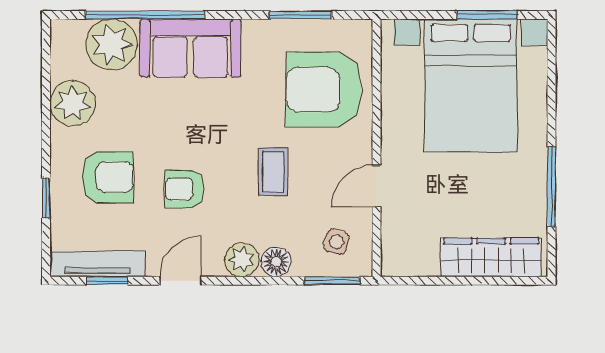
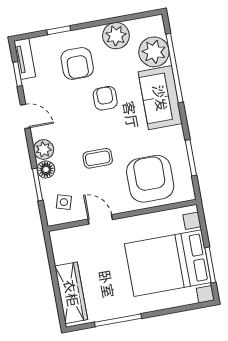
armchair: (184, 189) -> (105, 98), moved
tv unit: (98, 264) -> (25, 59), width x0.71
window: (332, 281) -> (38, 184), moved

